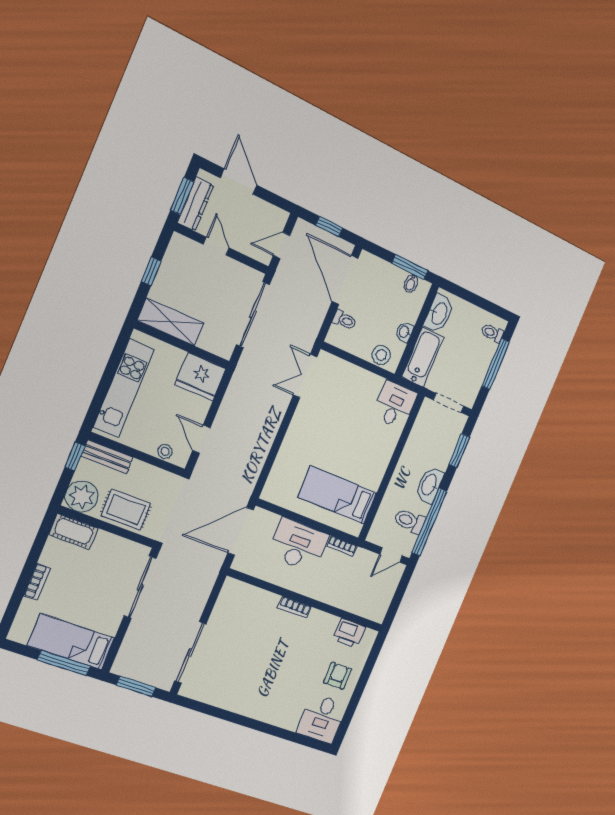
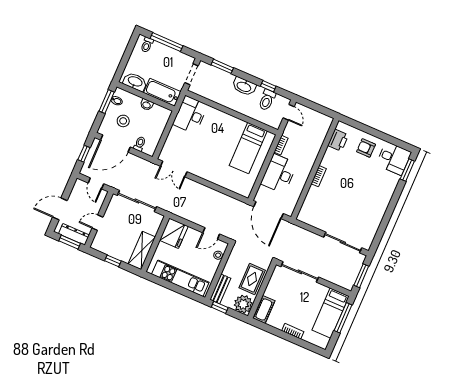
stool: (381, 355) -> (123, 121), moved
desk: (395, 405) -> (190, 115), width x1.37
window: (429, 522) -> (268, 86), width x0.32
window: (305, 741) -> (407, 170), added

